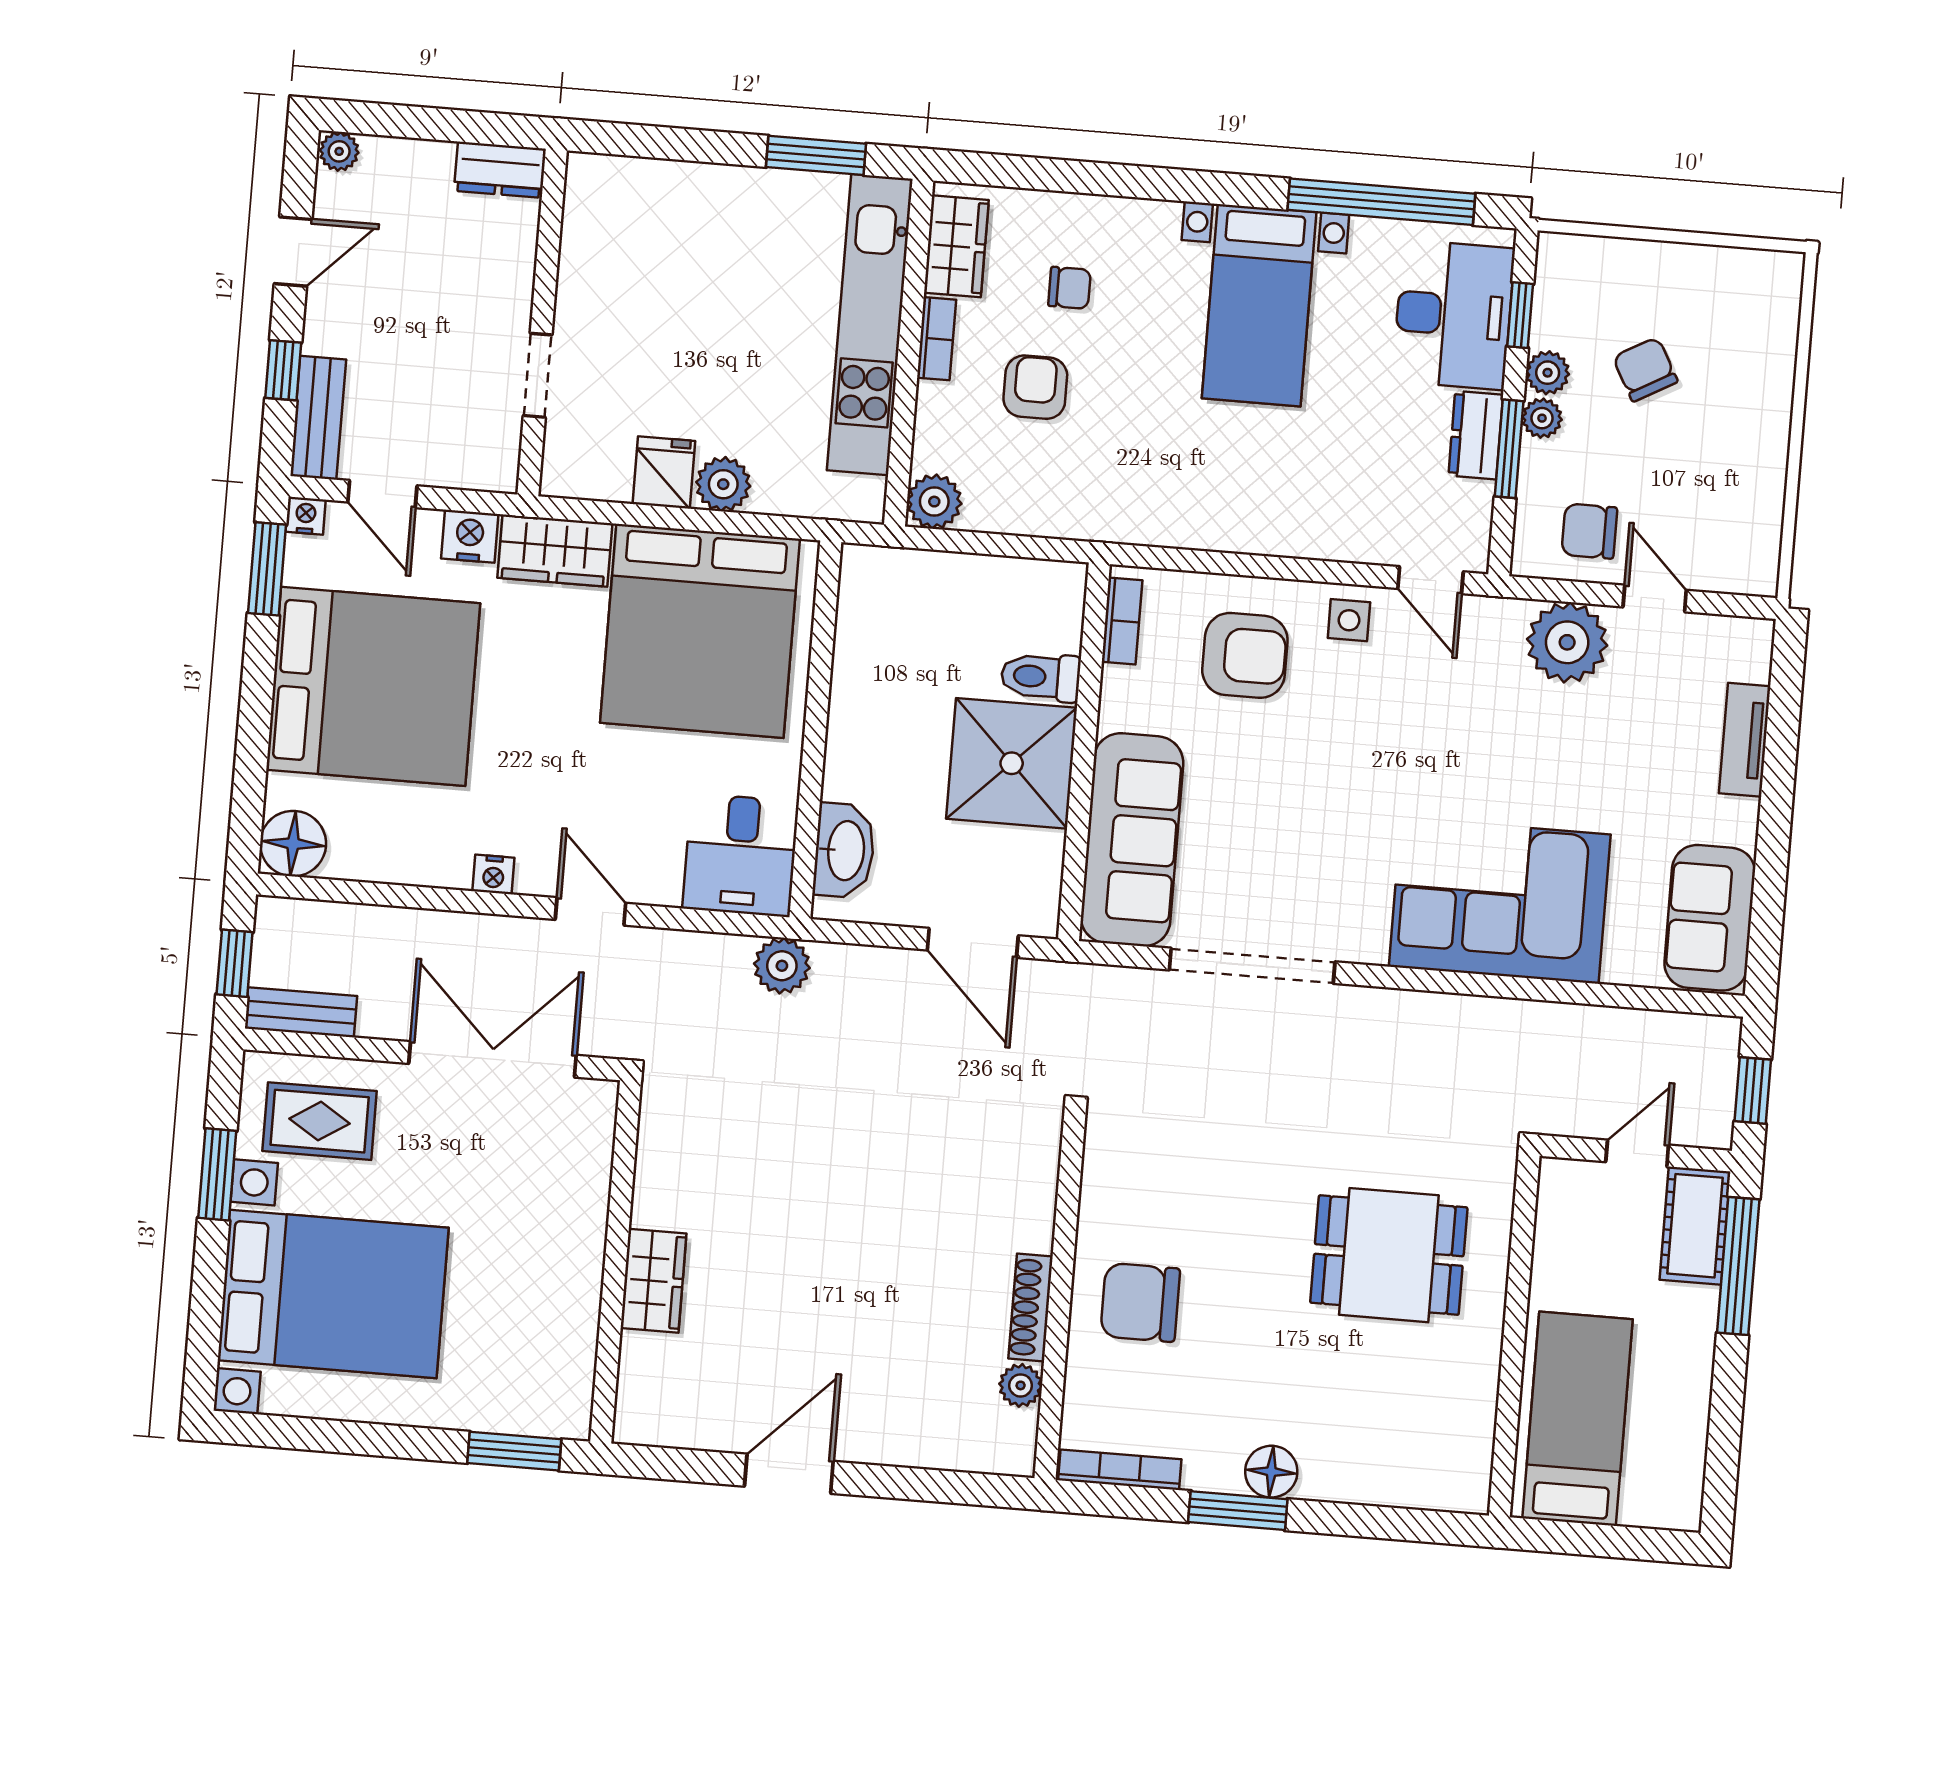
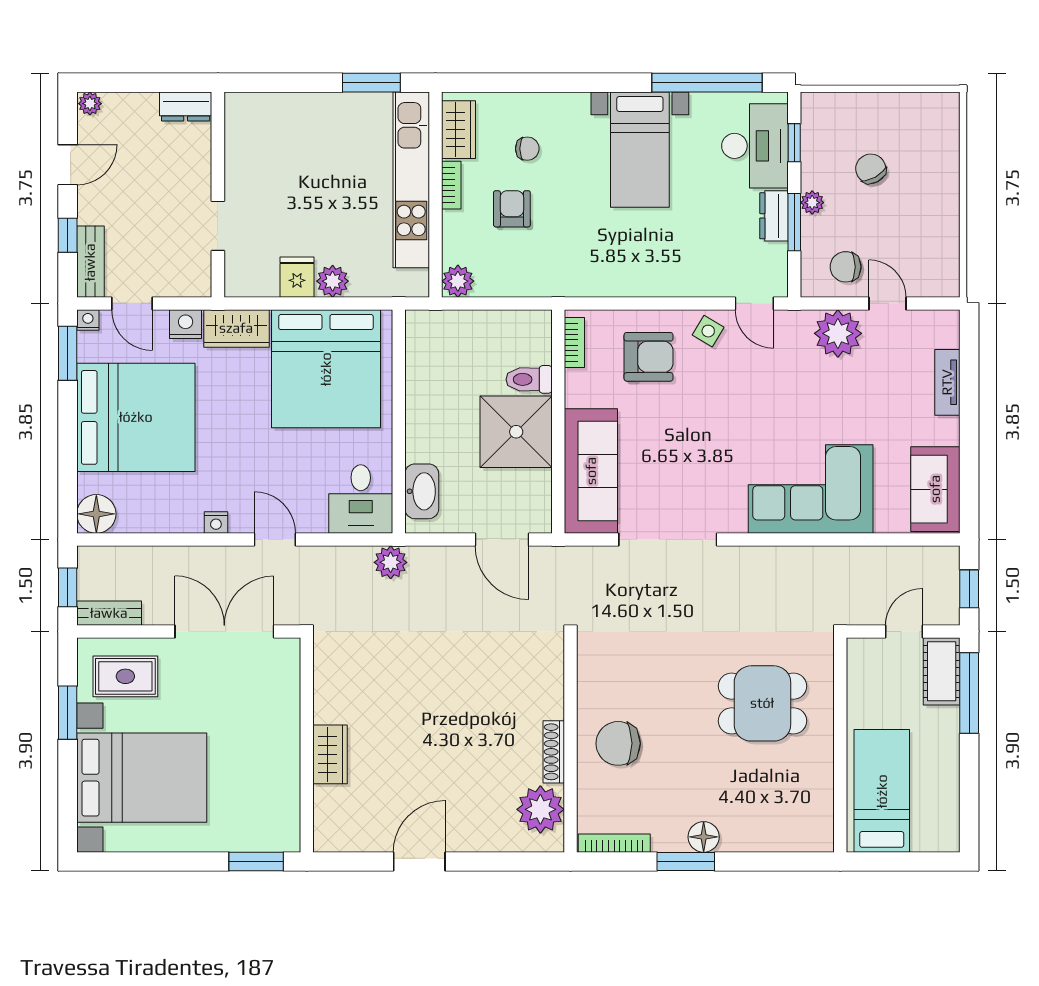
plant: (1548, 373) -> (813, 175), removed
side table: (1349, 620) -> (708, 331), turned 31
plant: (1021, 1385) -> (540, 809), width x1.88, depth x1.88

